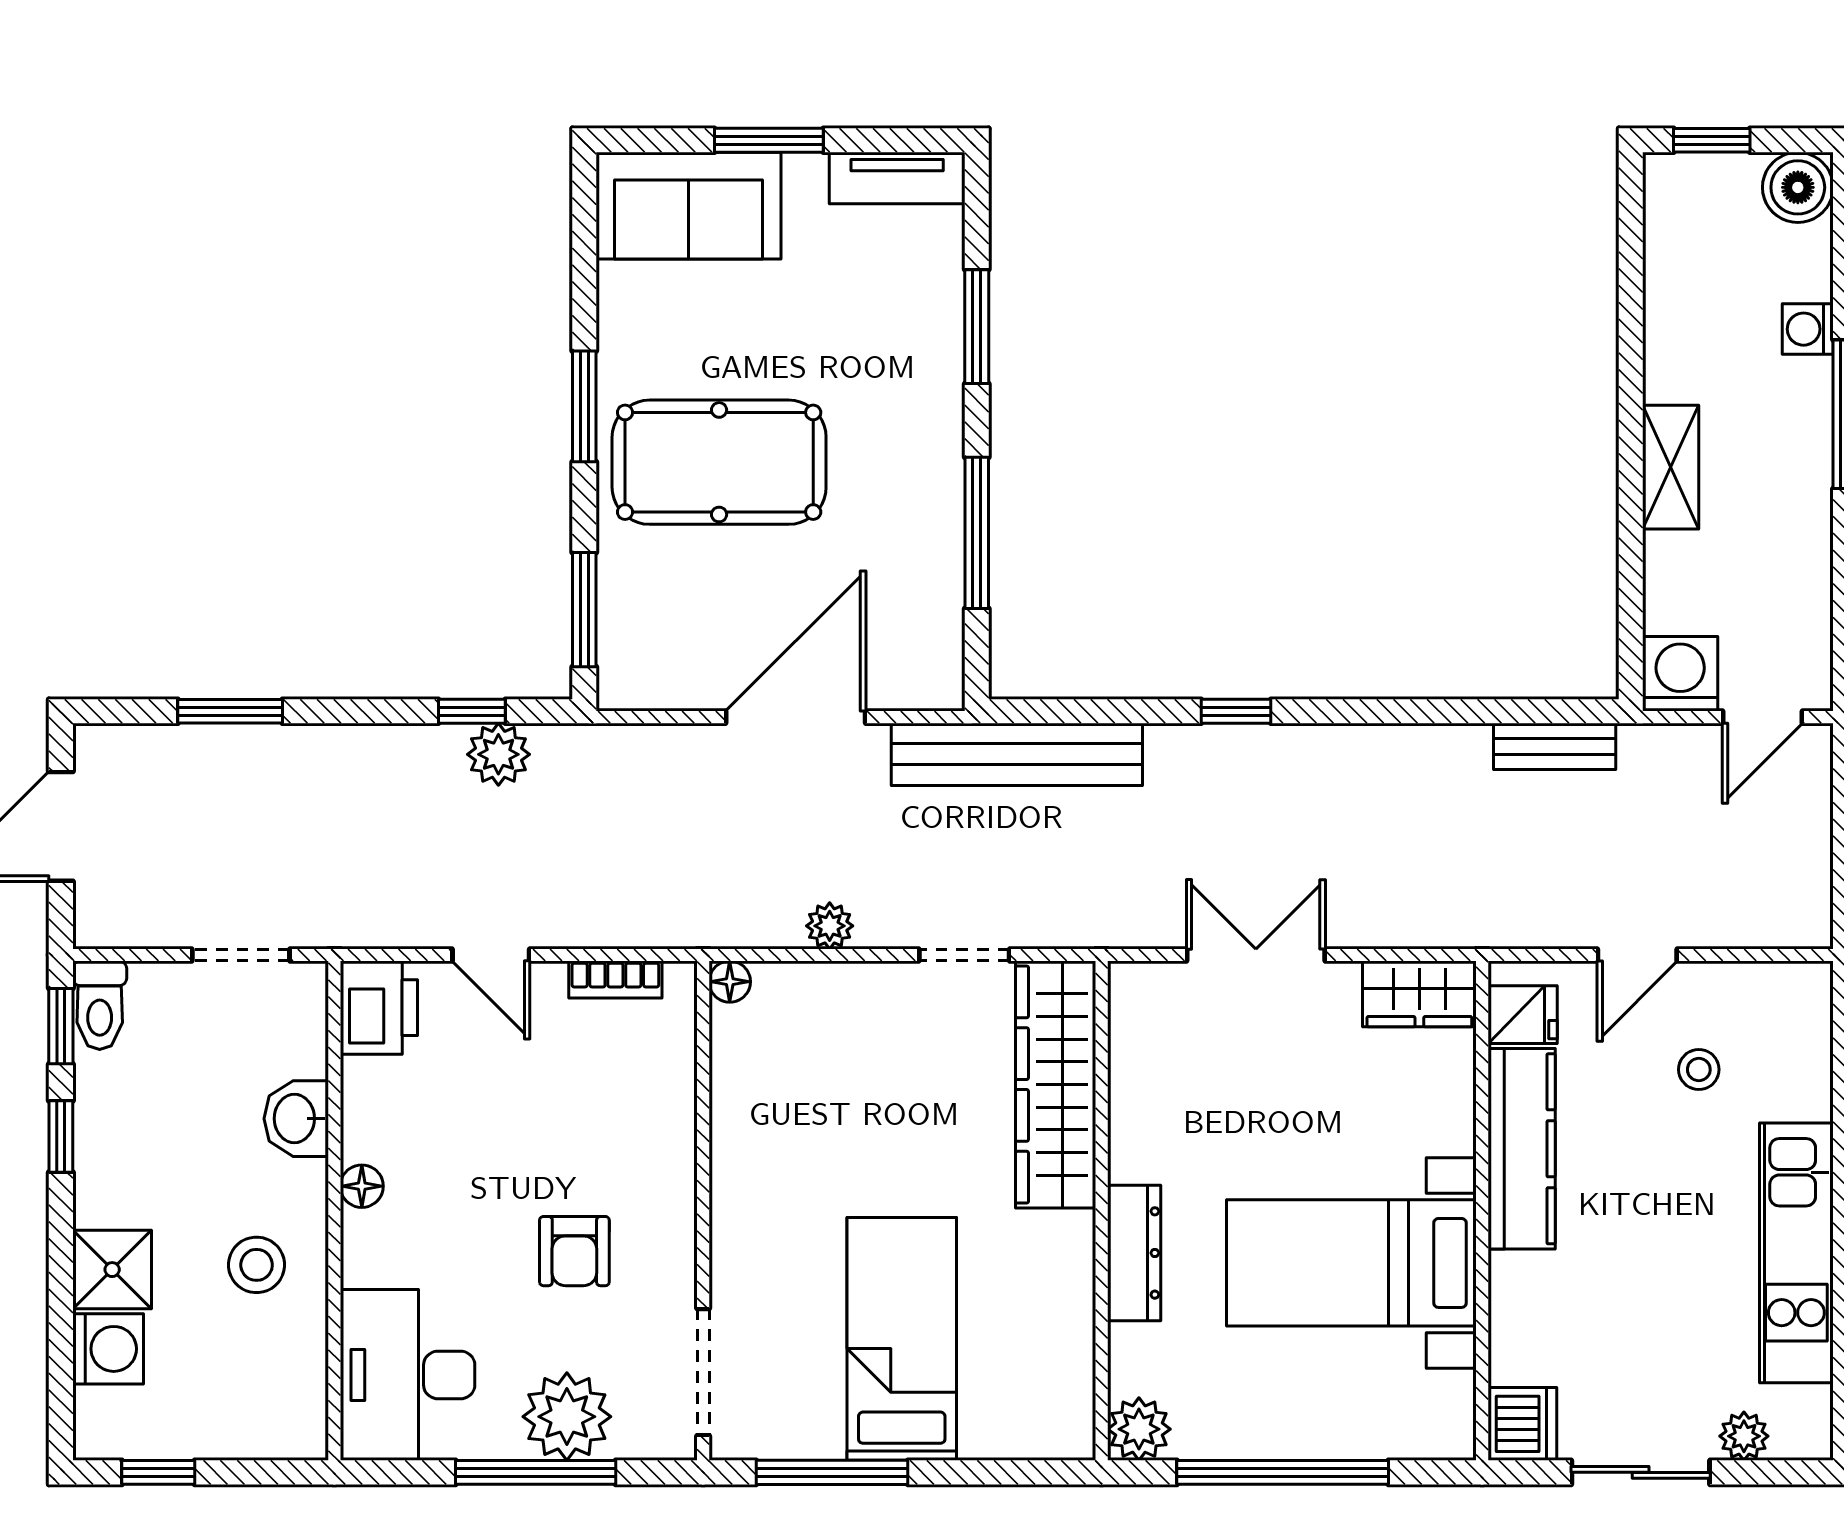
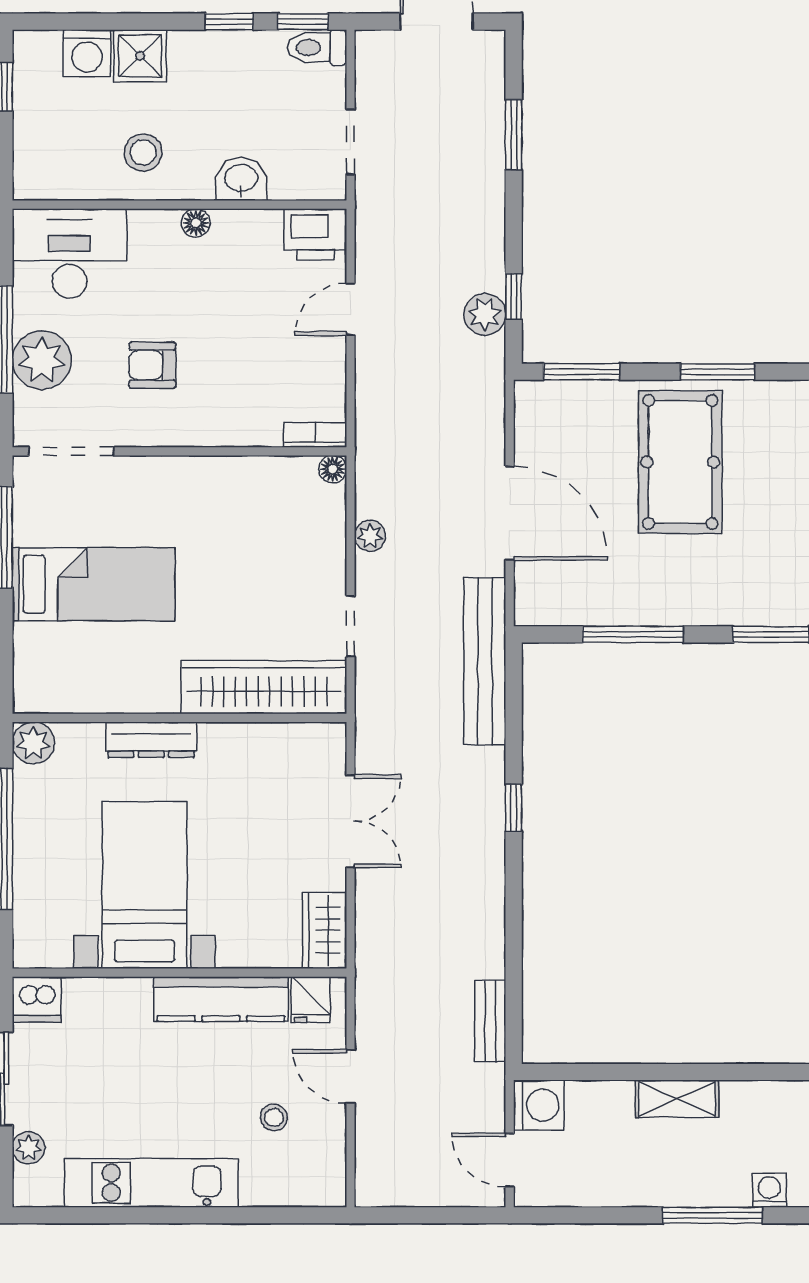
bookcase: (615, 980) -> (315, 435), moved, turned 90

